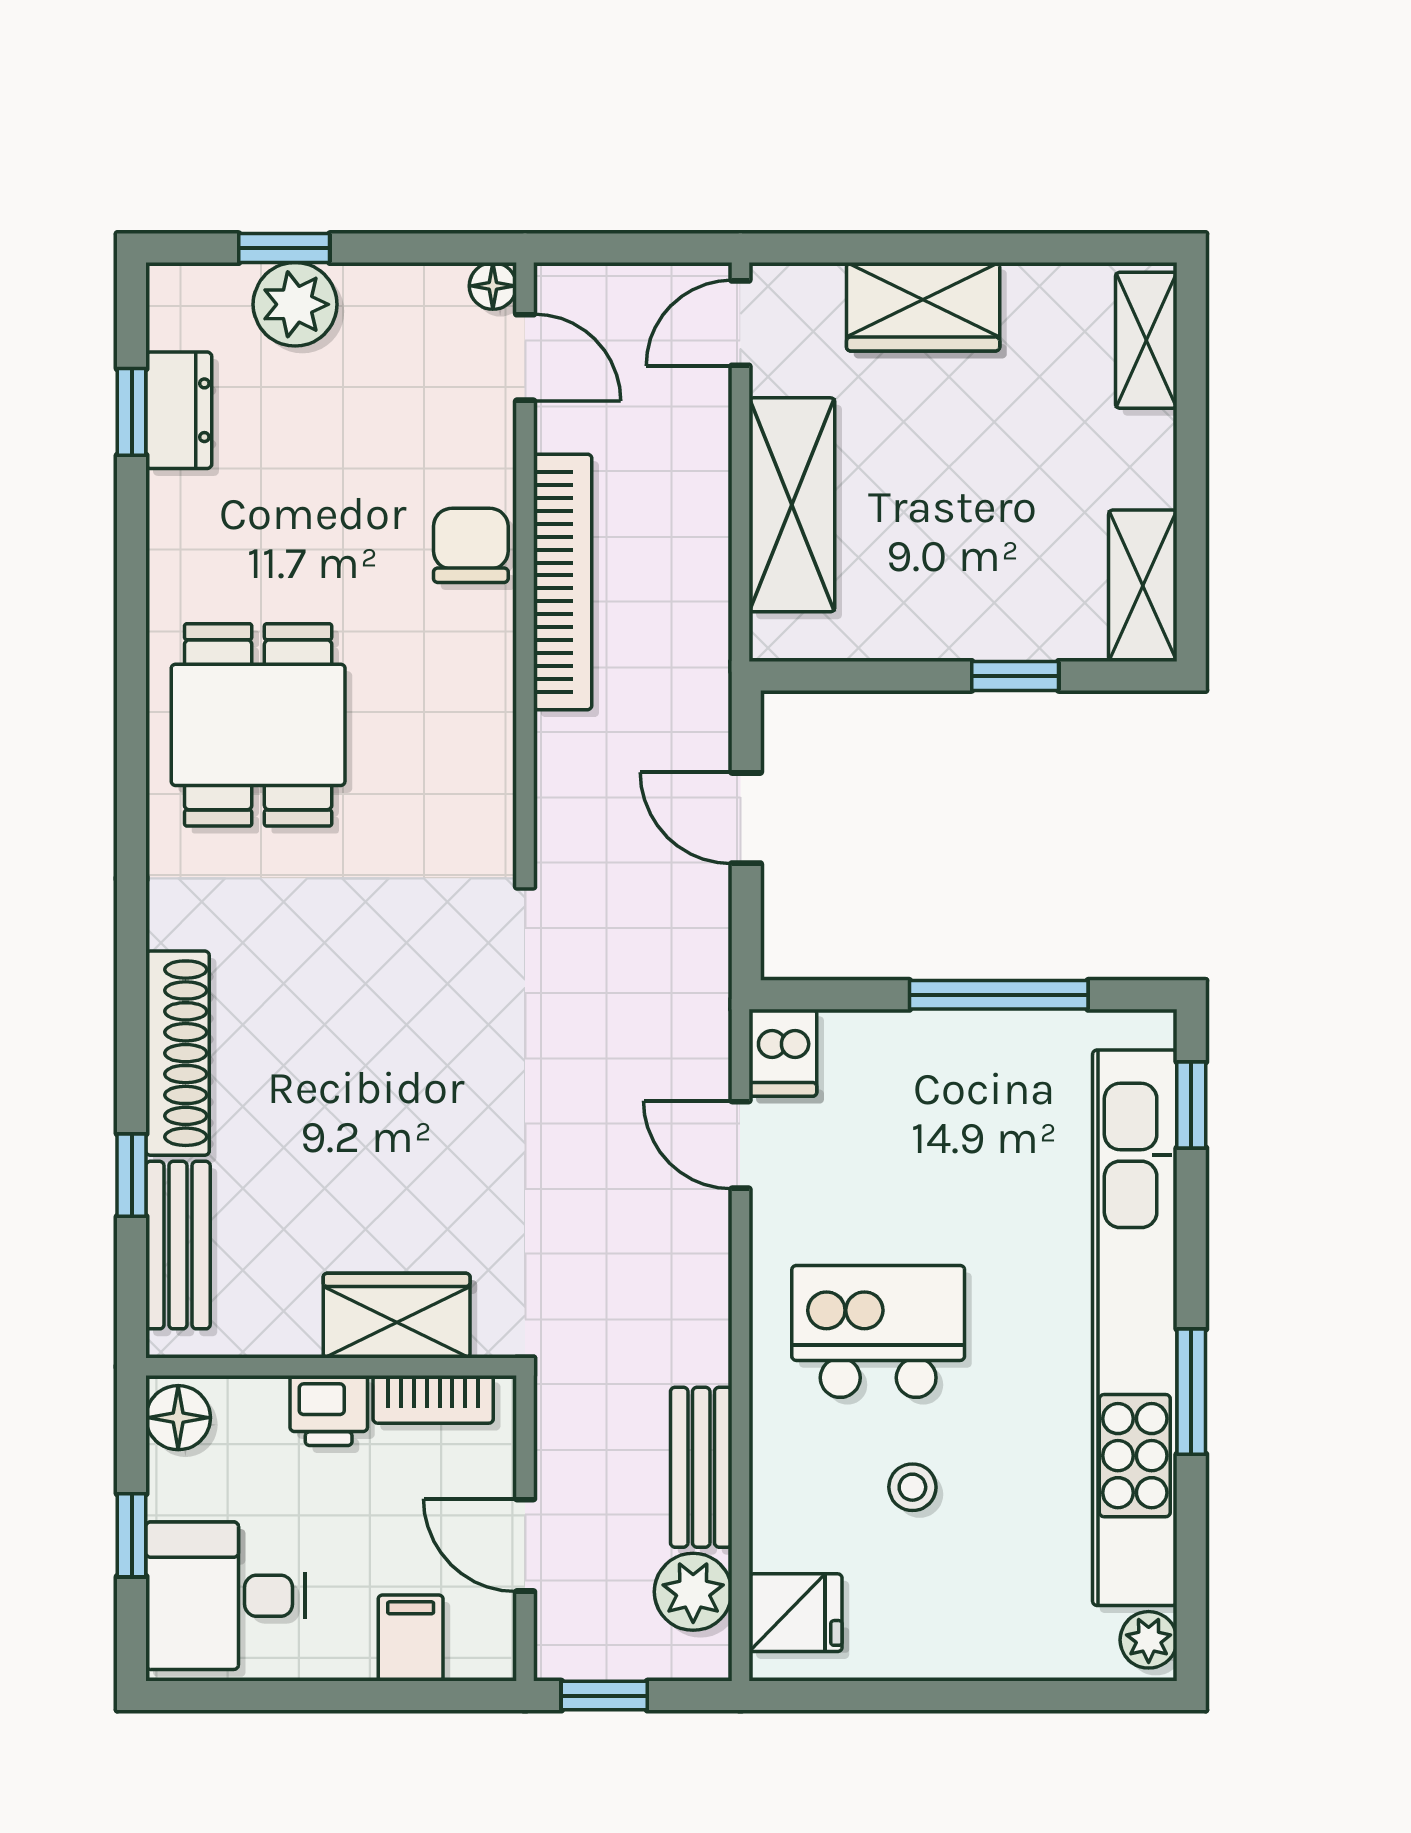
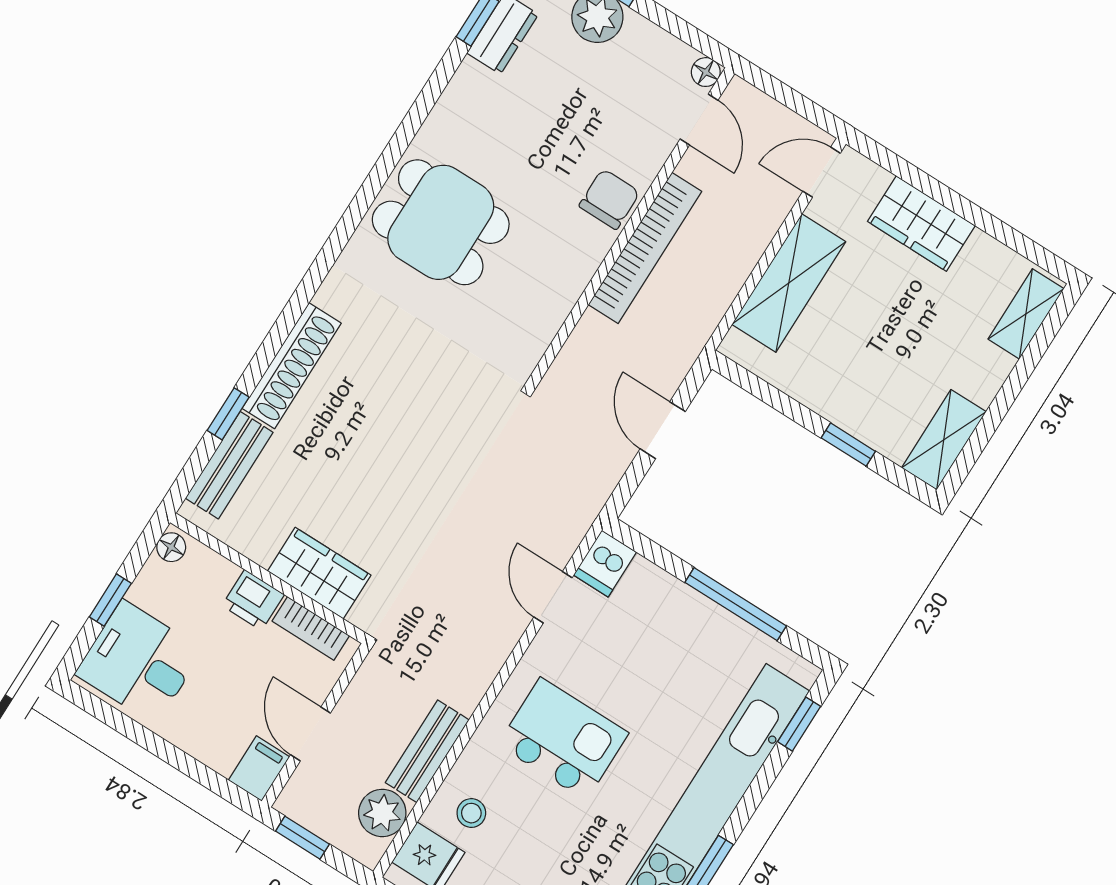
dining table: (258, 725) -> (441, 222), turned 90
floor lamp: (178, 1418) -> (171, 547), width x0.73, depth x0.73
stool: (912, 1487) -> (471, 813), moved
filing cabinet: (411, 1638) -> (259, 769), moved

